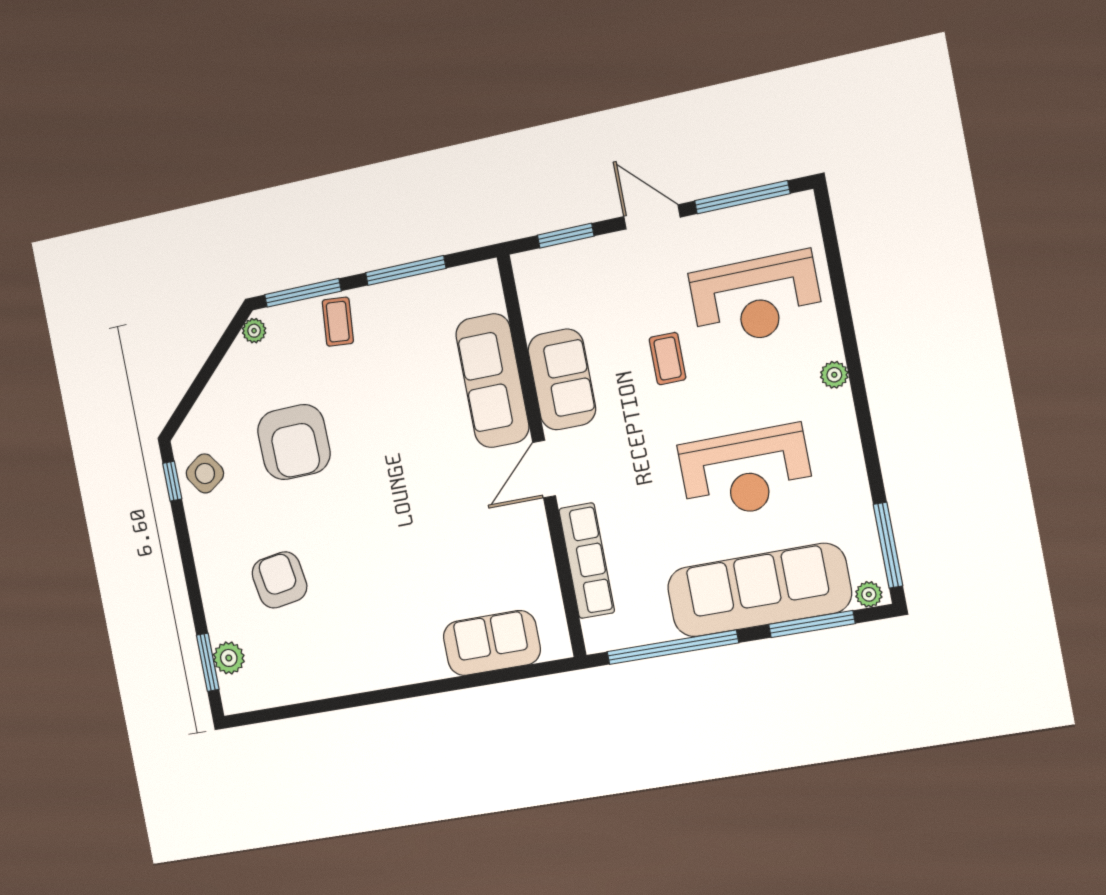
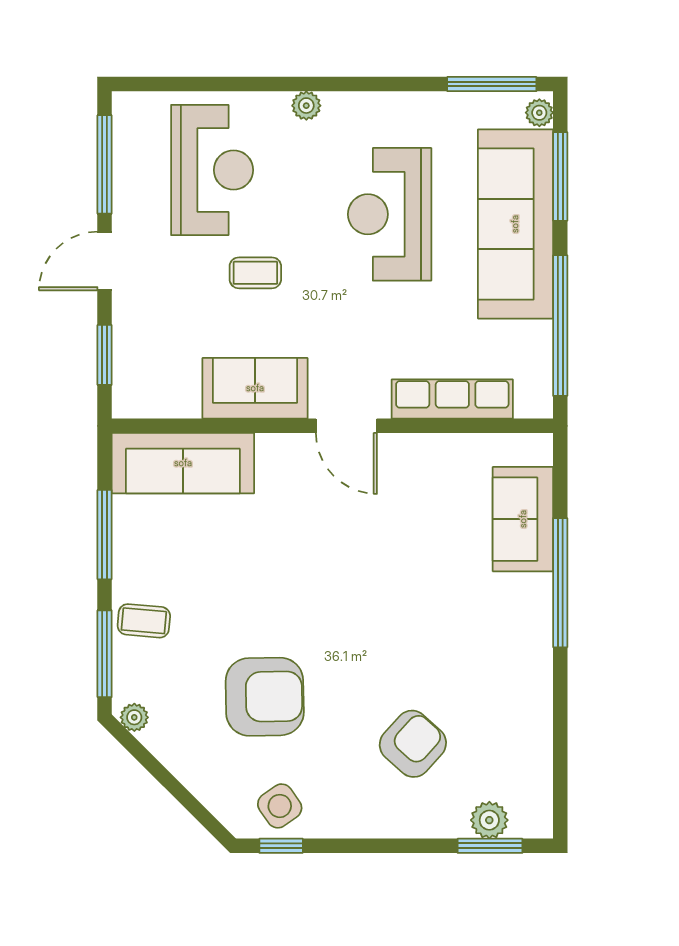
sofa: (492, 381) -> (183, 463), moved
reception desk: (746, 472) -> (390, 214), turned 180
armchair: (279, 580) -> (413, 744), turned 141
window: (443, 686) -> (560, 583), added

